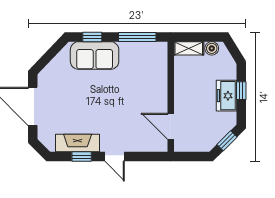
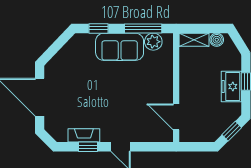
plant: (148, 50) -> (153, 42), added
sofa: (95, 56) -> (120, 47), moved
fireplace: (78, 143) -> (84, 135), width x0.73, depth x0.76

